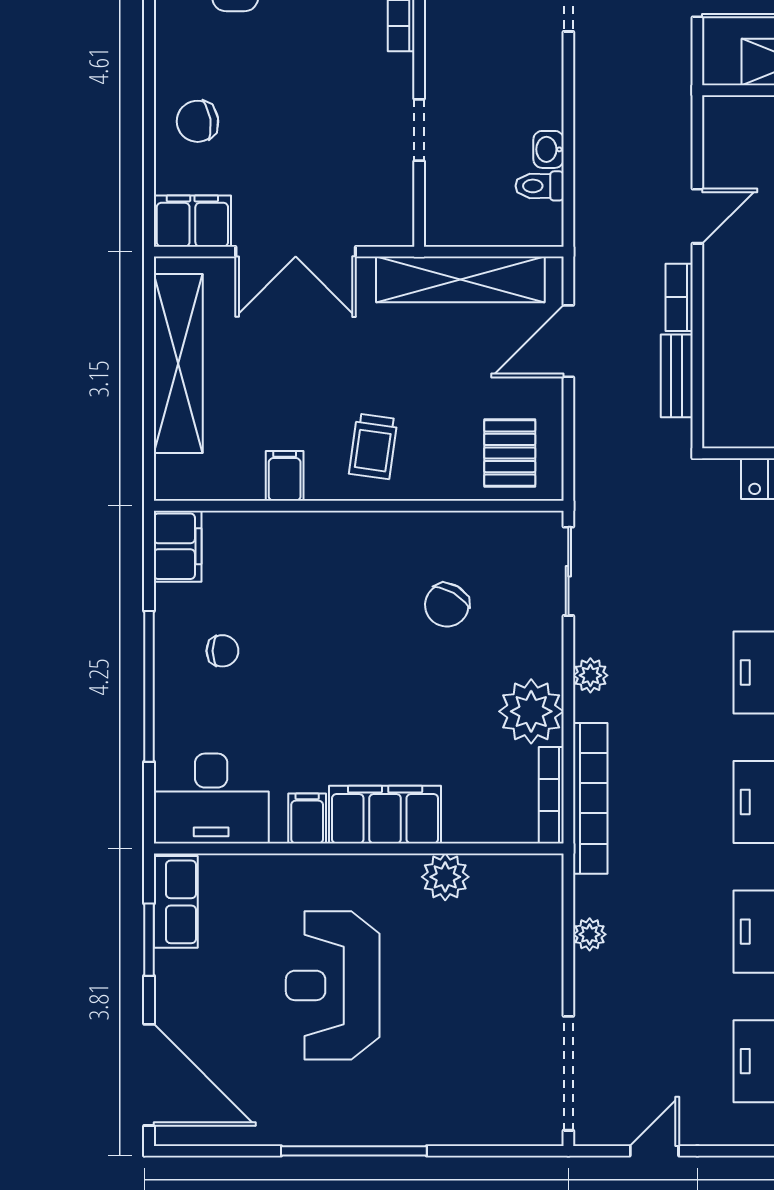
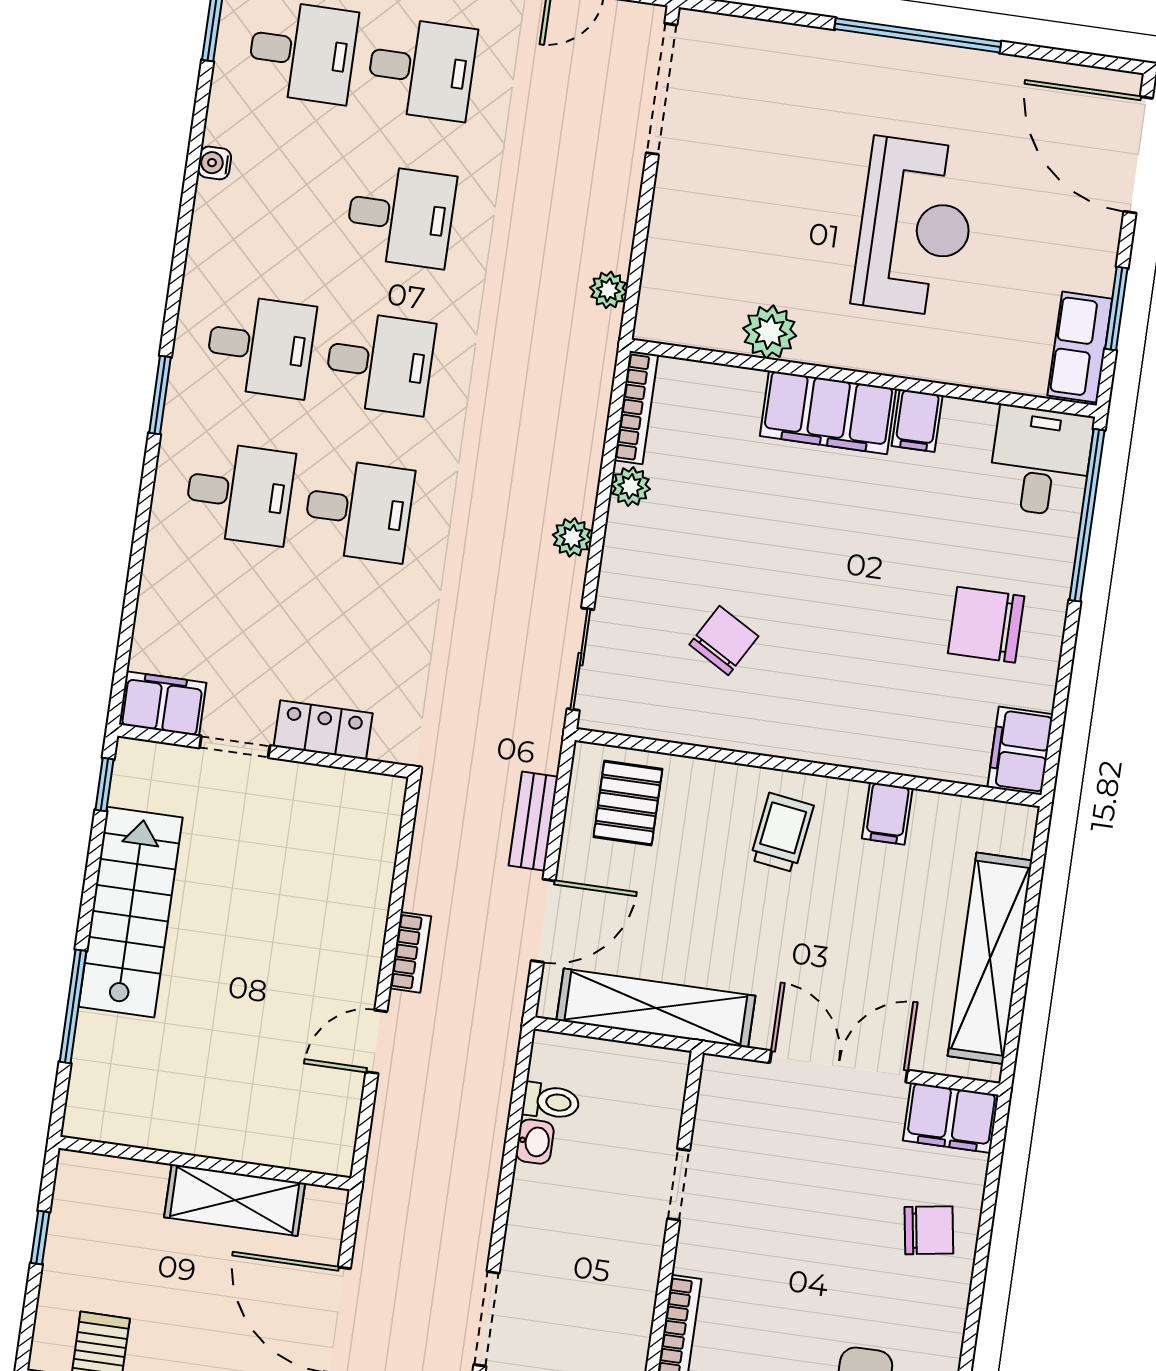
bench: (677, 376) -> (533, 821), moved
chair: (222, 651) -> (986, 625), width x1.87, depth x1.87
window: (149, 686) -> (1087, 515), moved
plant: (531, 711) -> (631, 486), width x0.53, depth x0.53
bookcase: (590, 798) -> (592, 398), removed
desk: (211, 799) -> (1041, 461), width x0.73
plant: (590, 934) -> (608, 290), moved

